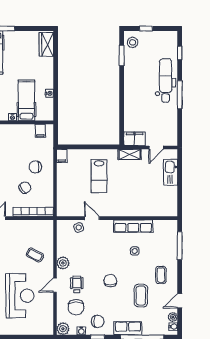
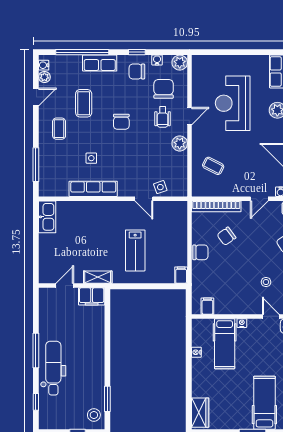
dental chair: (166, 80) -> (53, 368), turned 180
chair: (35, 167) -> (200, 252), moved
kitchen sink: (171, 172) -> (47, 217), moved
lab bench: (99, 176) -> (135, 250), turned 180
coffee table: (35, 255) -> (213, 166), moved

